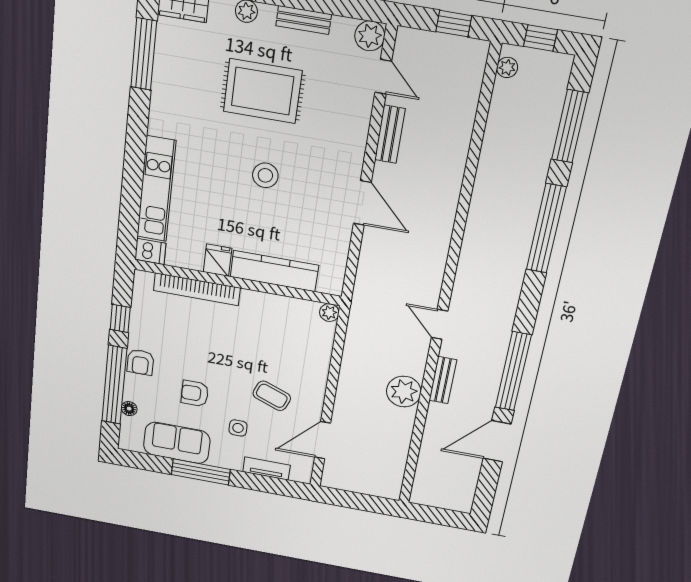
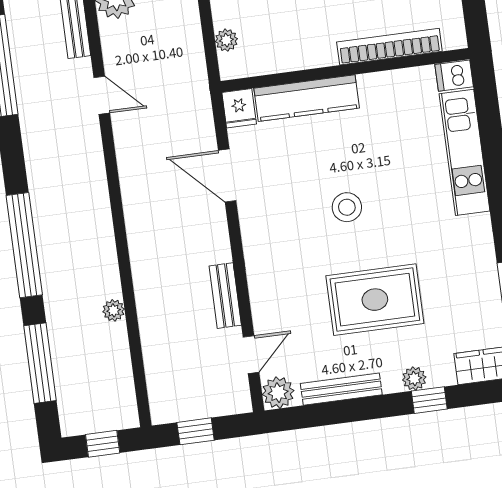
bench: (304, 20) -> (341, 389), width x1.36
plant: (507, 67) -> (114, 310), moved
door: (383, 77) -> (251, 355), swing flipped
door: (362, 203) -> (227, 176), moved
fridge: (218, 260) -> (239, 108), moved
plant: (329, 313) -> (226, 40), moved

